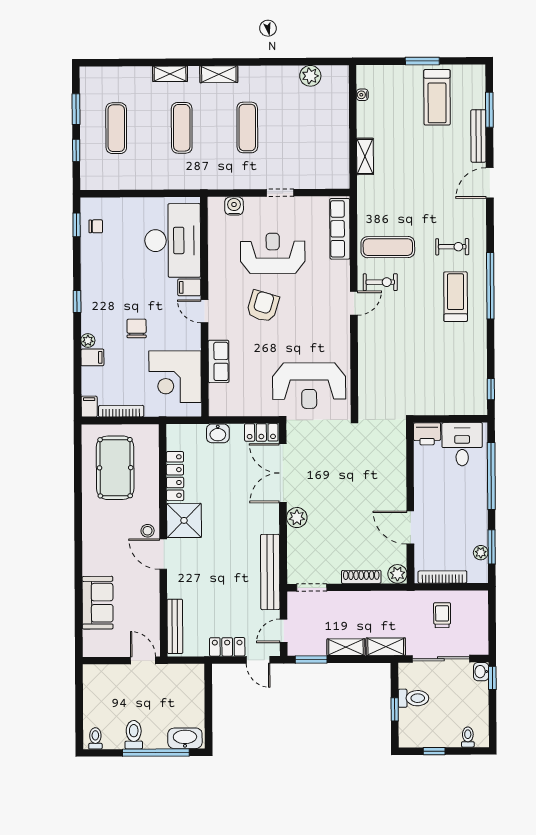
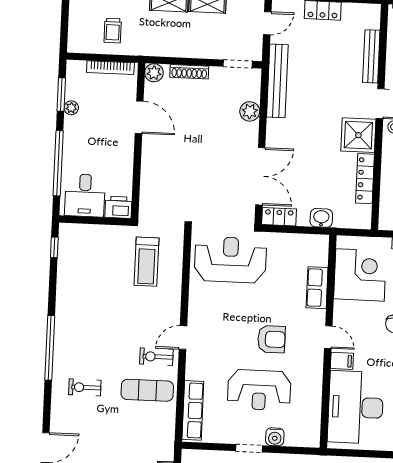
water cooler: (234, 206) -> (275, 437), moved
treadmill: (456, 297) -> (147, 262), moved
armchair: (263, 306) -> (271, 339), turned -107
plant: (297, 518) -> (250, 111), moved
plant: (481, 553) -> (71, 108), moved
bench: (175, 626) -> (371, 56), moved

